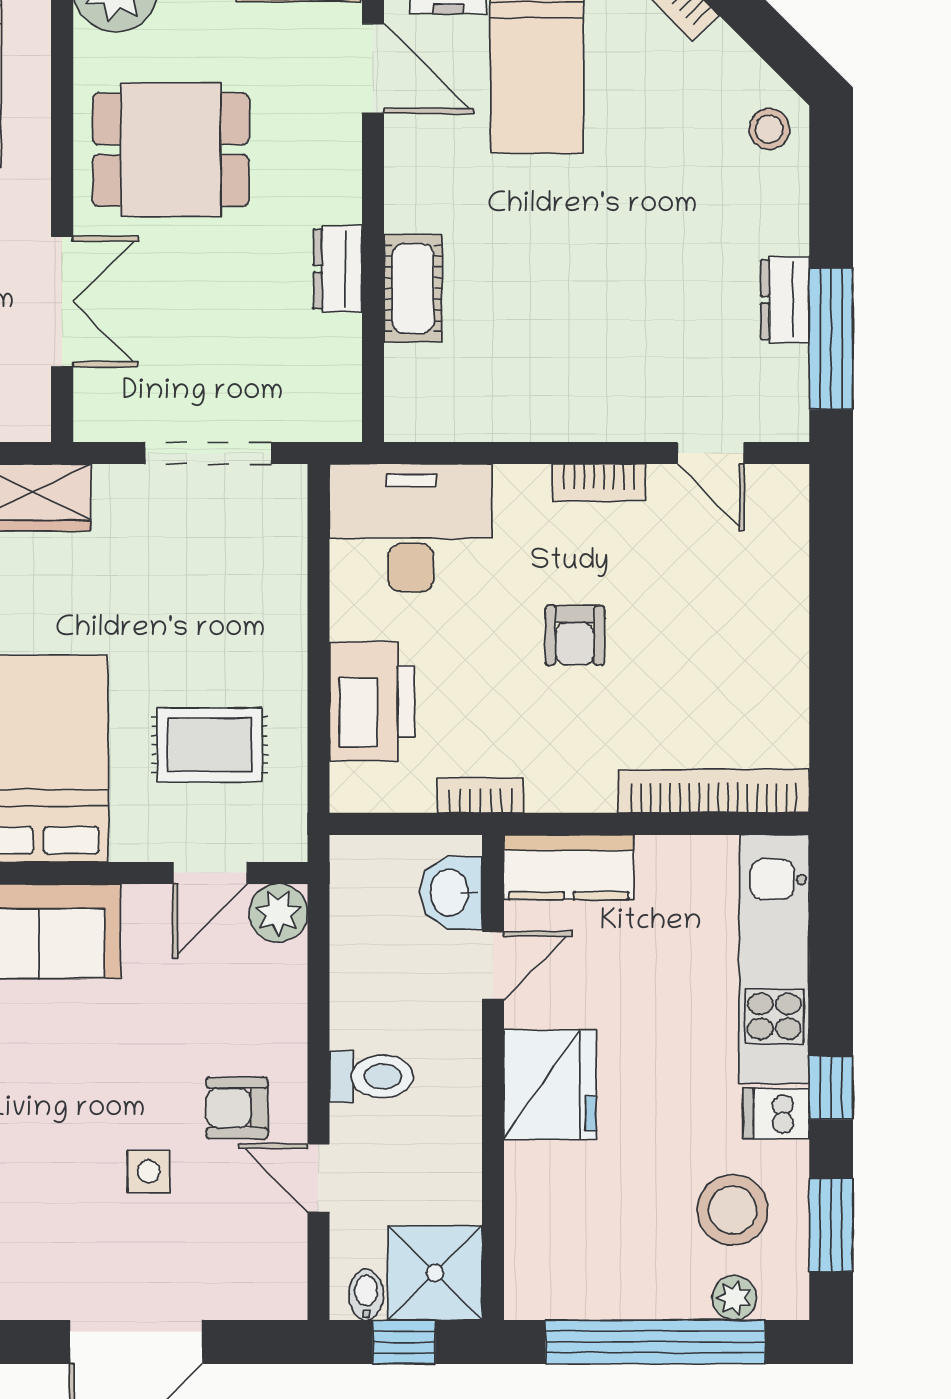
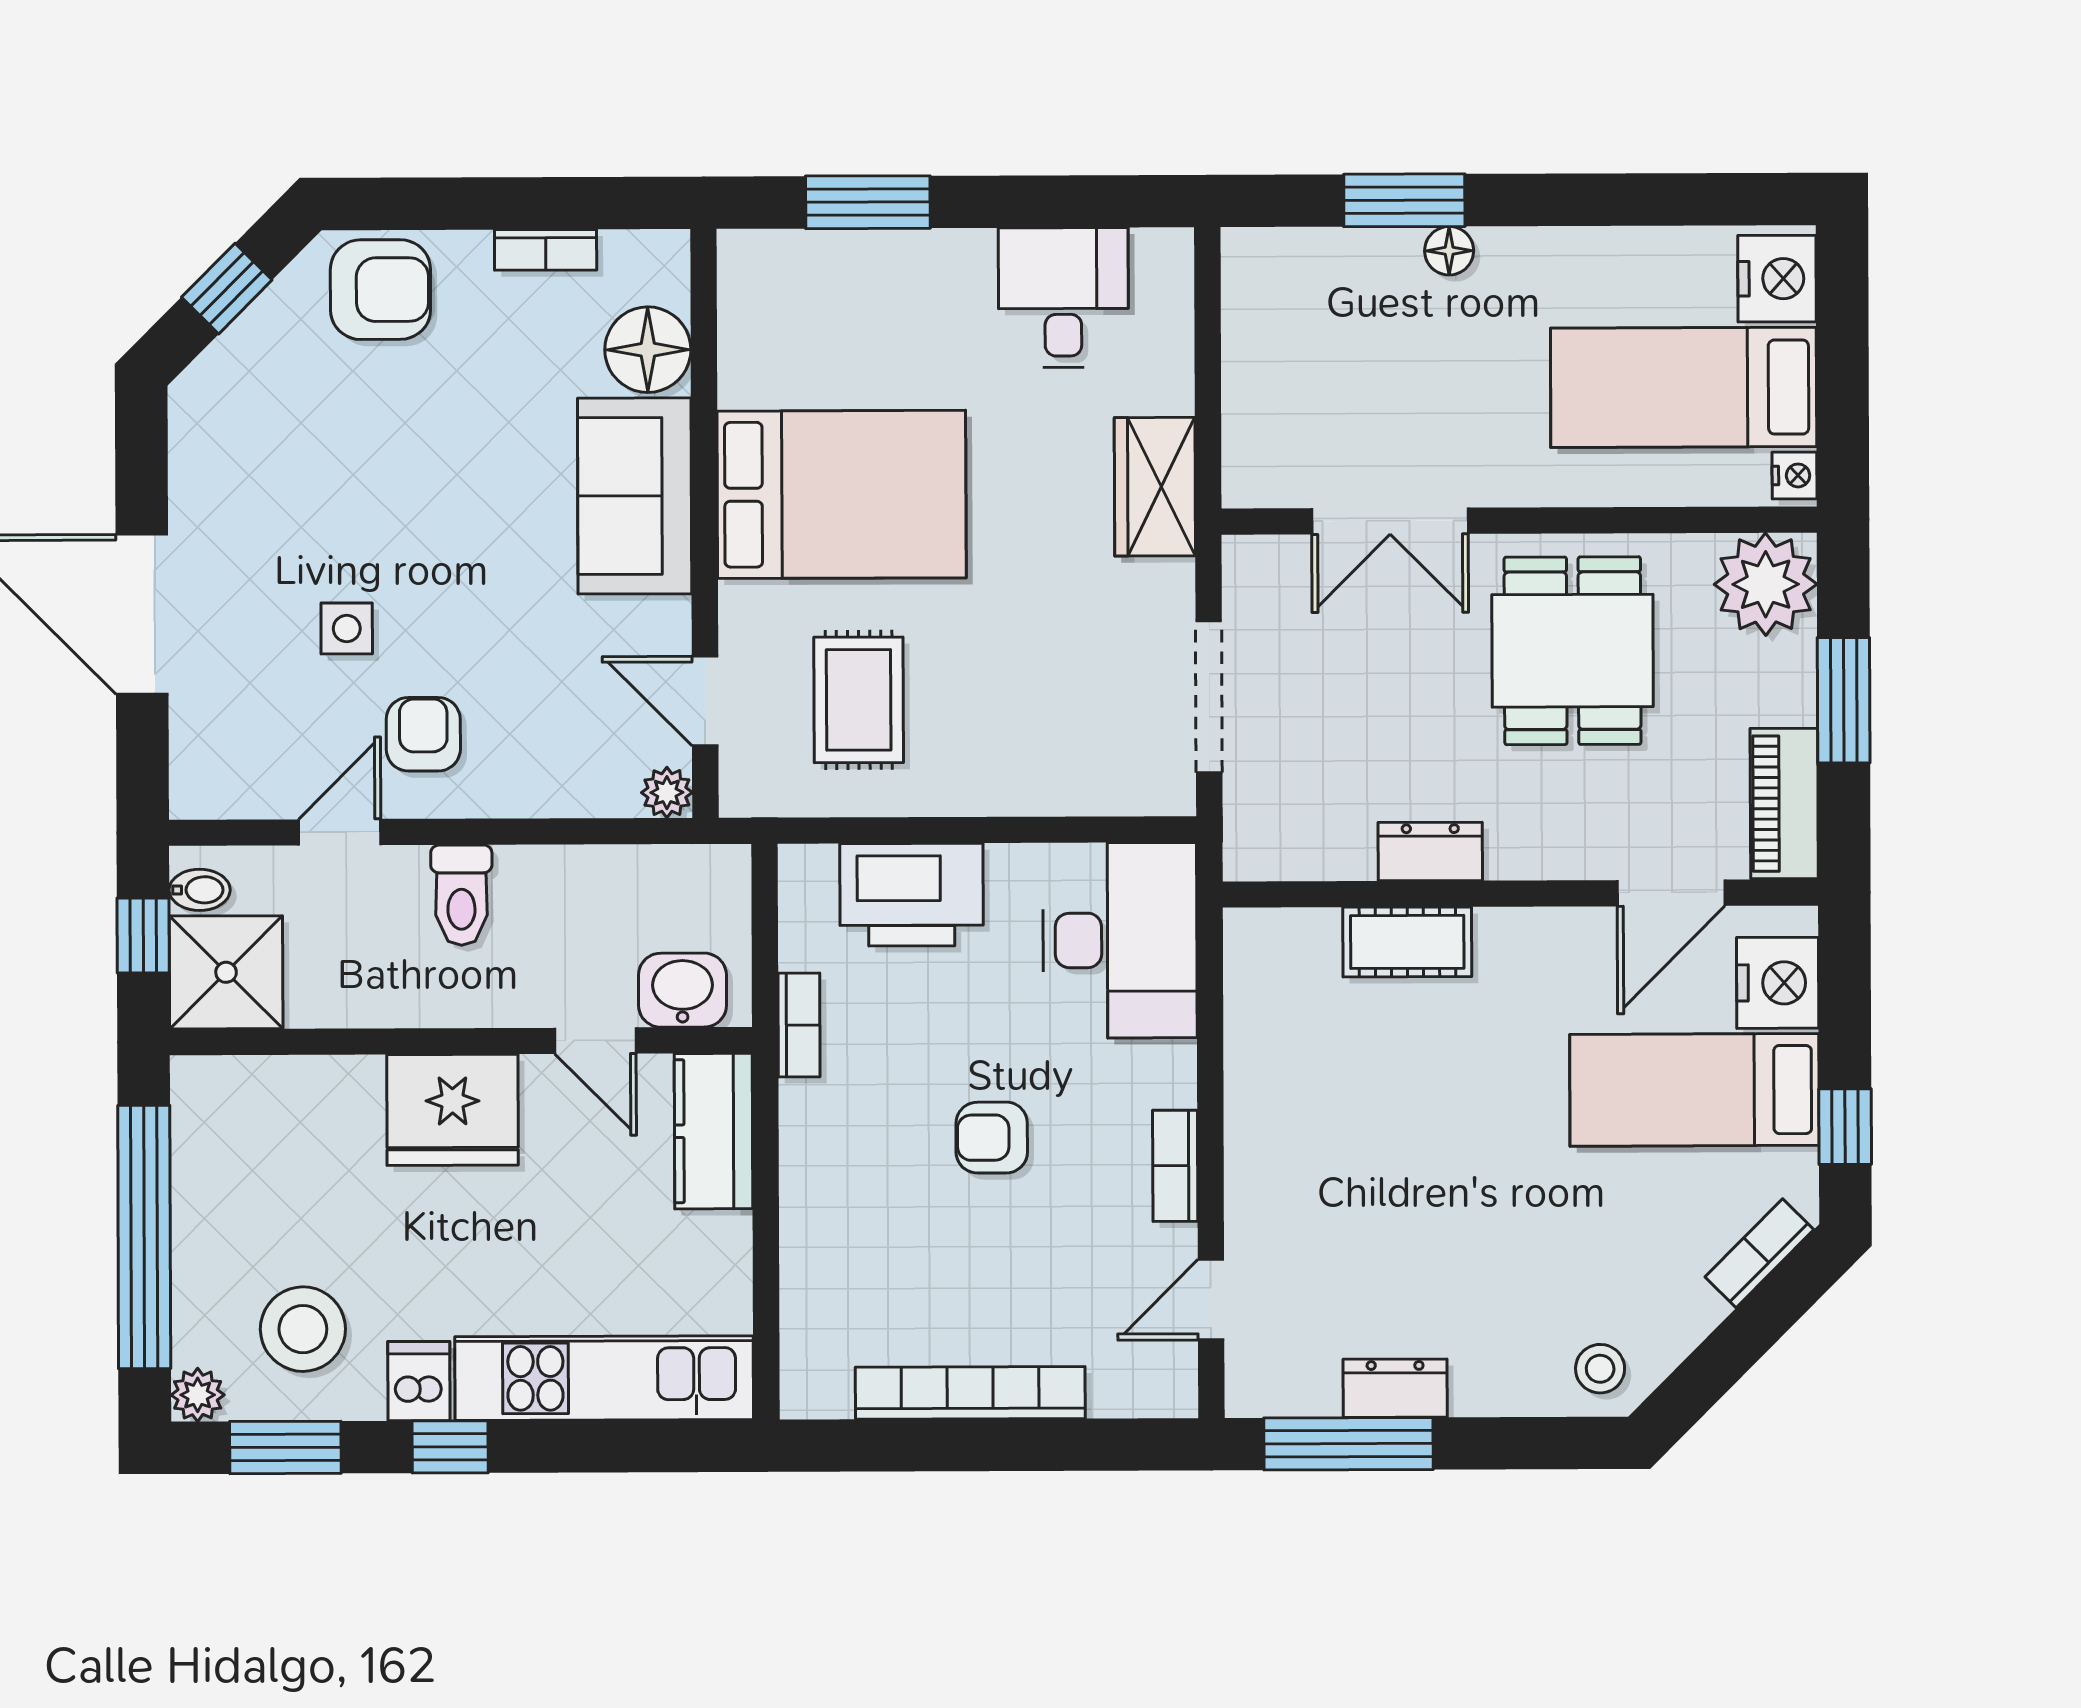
bookcase: (714, 791) -> (970, 1393), moved, turned -90
plant: (278, 913) -> (667, 793), width x0.73, depth x0.73
plant: (734, 1298) -> (198, 1395), moved

